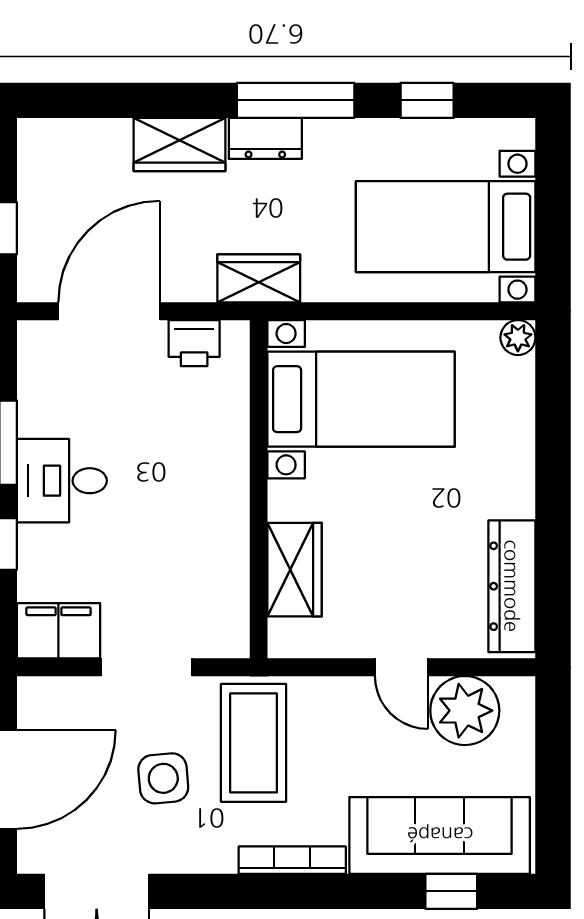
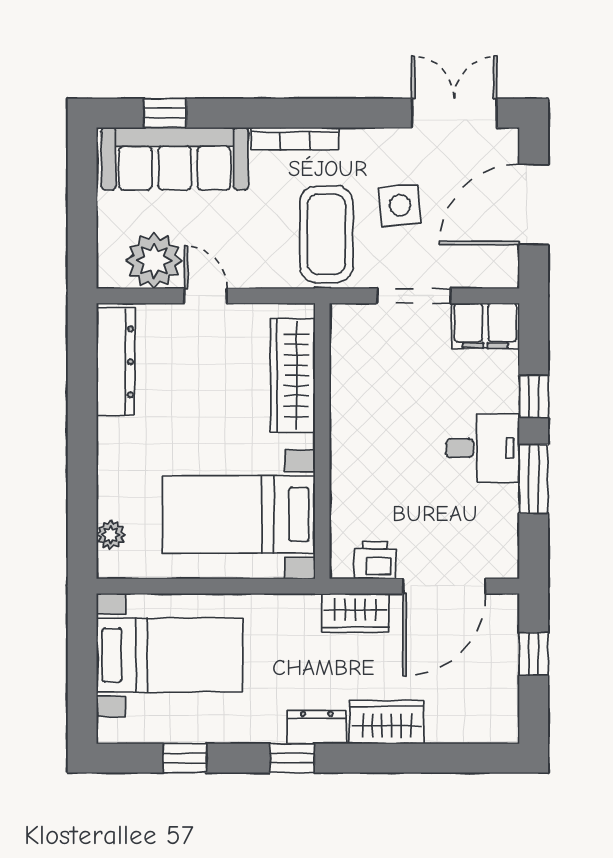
window: (296, 100) -> (292, 758), width x0.46
wardrobe: (259, 278) -> (355, 613), moved
plant: (518, 338) -> (111, 535), moved
wardrobe: (295, 570) -> (293, 375), width x1.50

